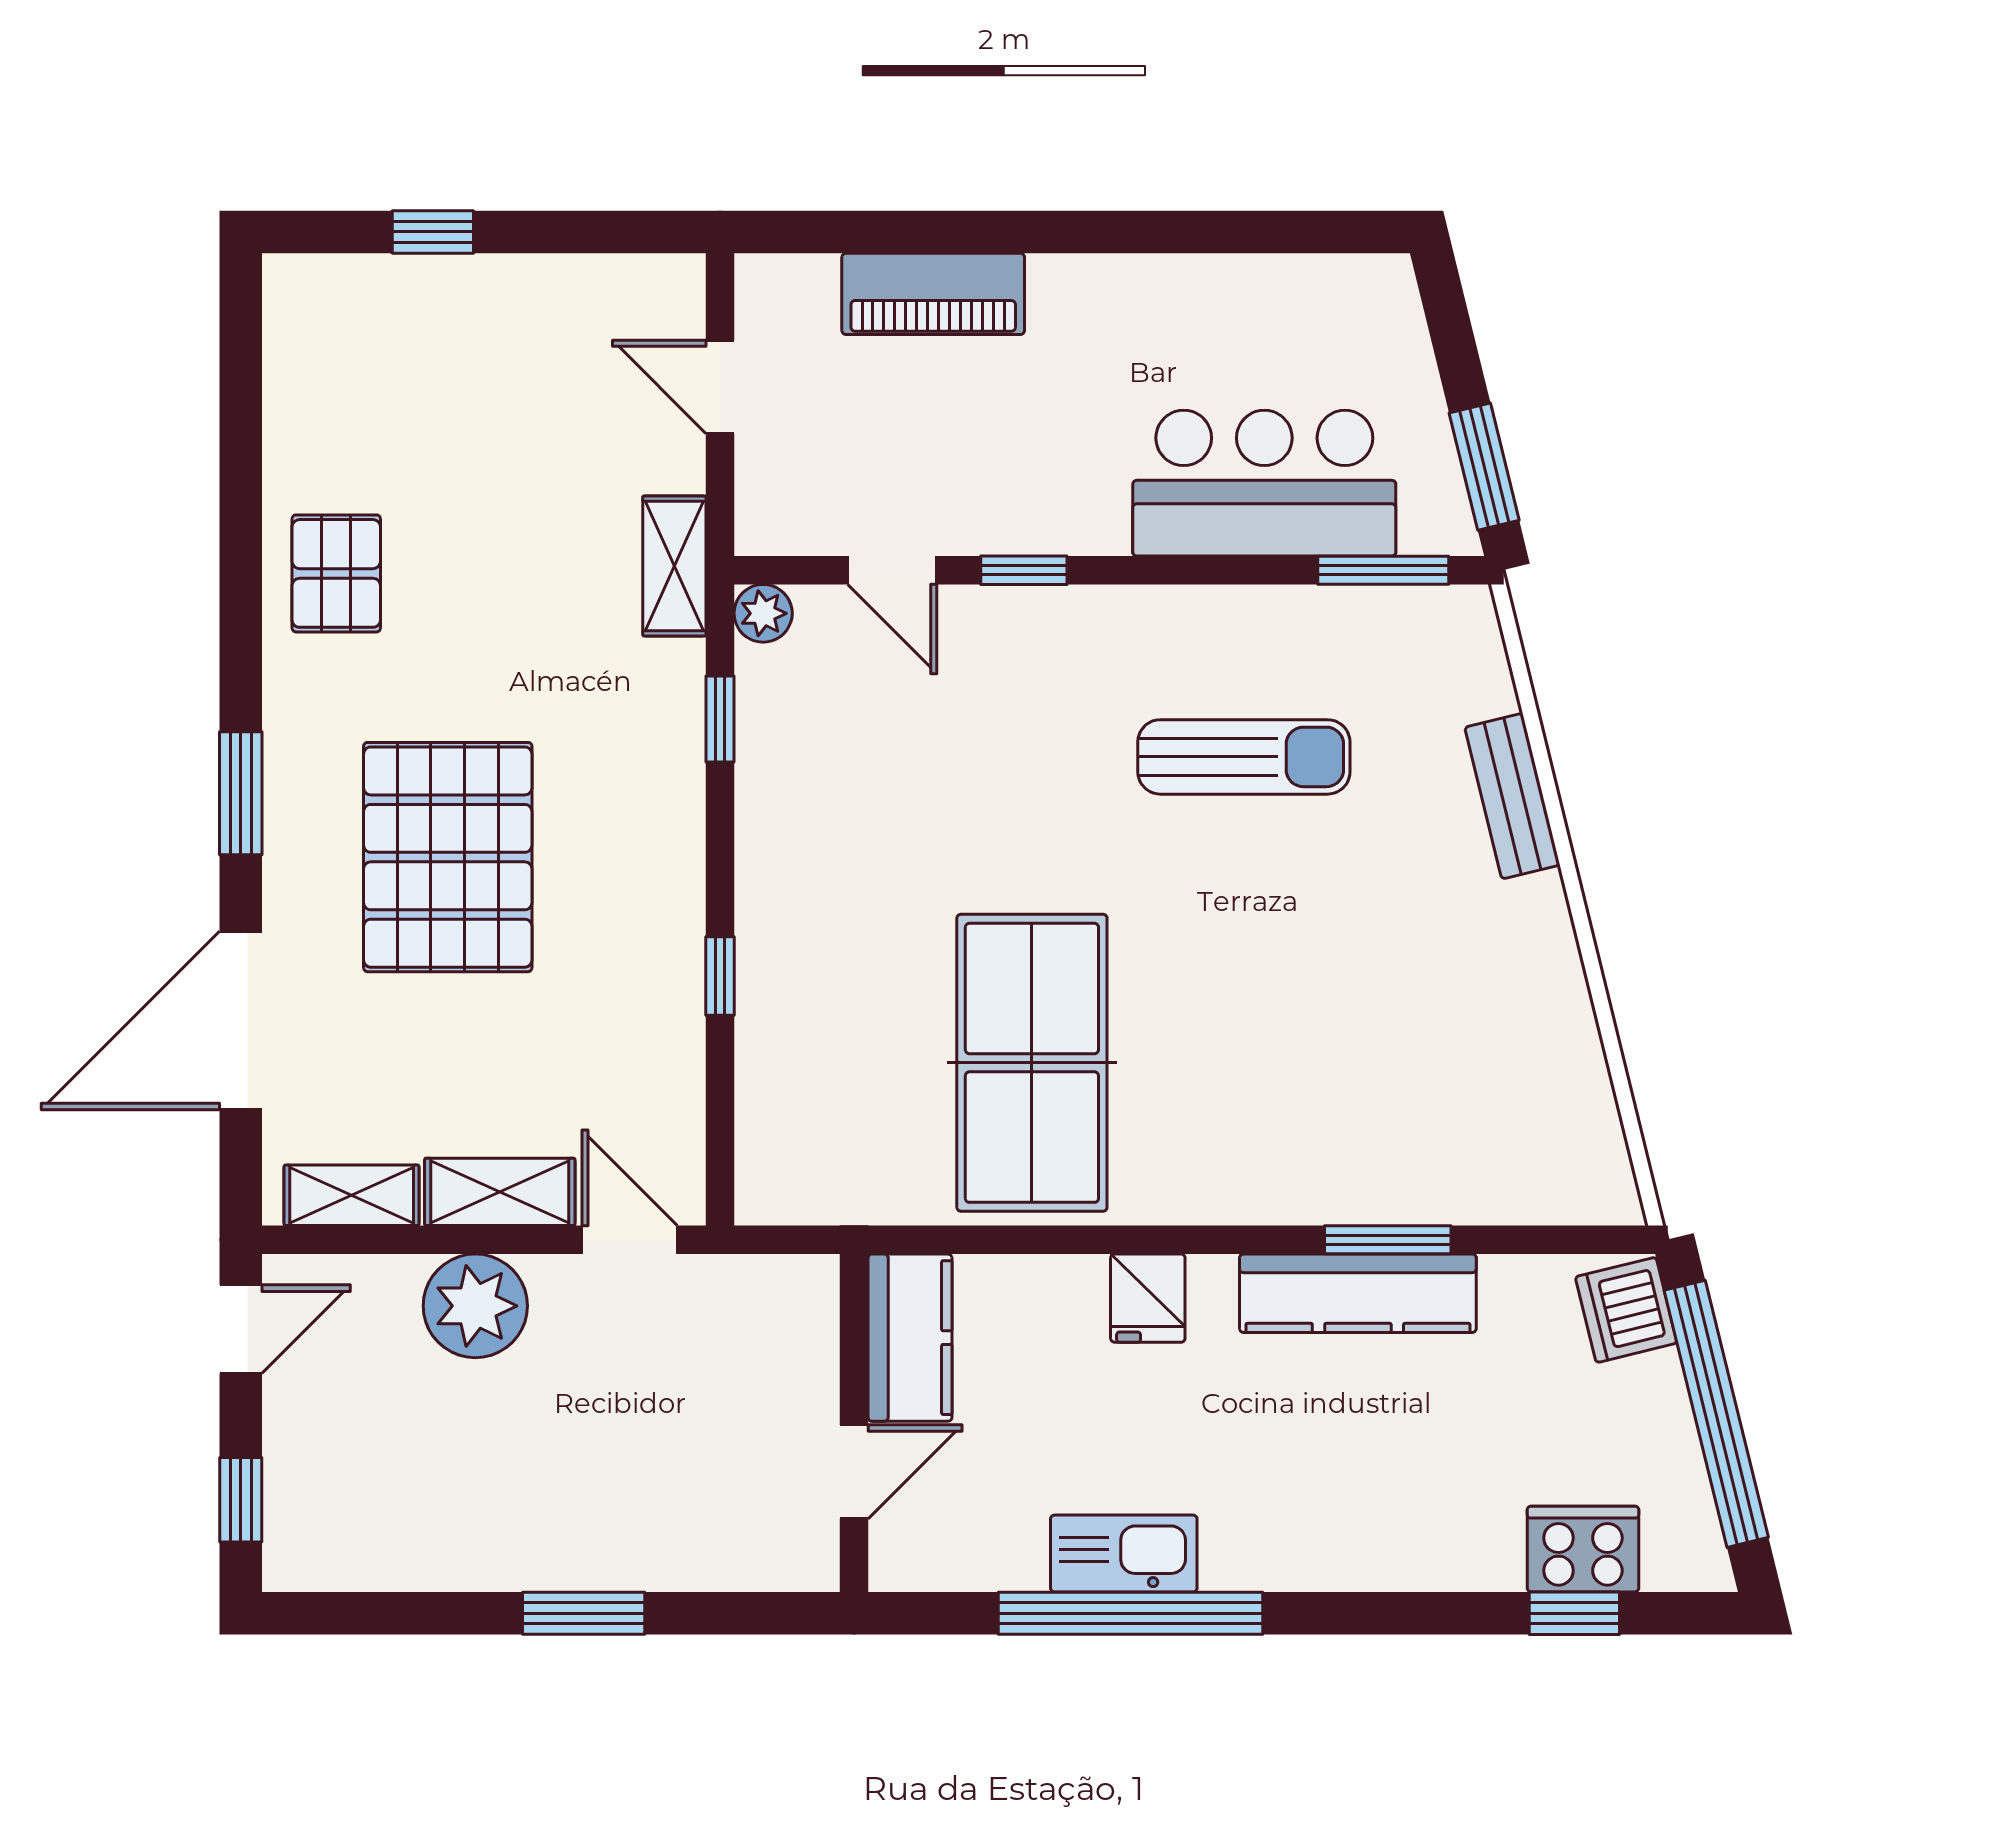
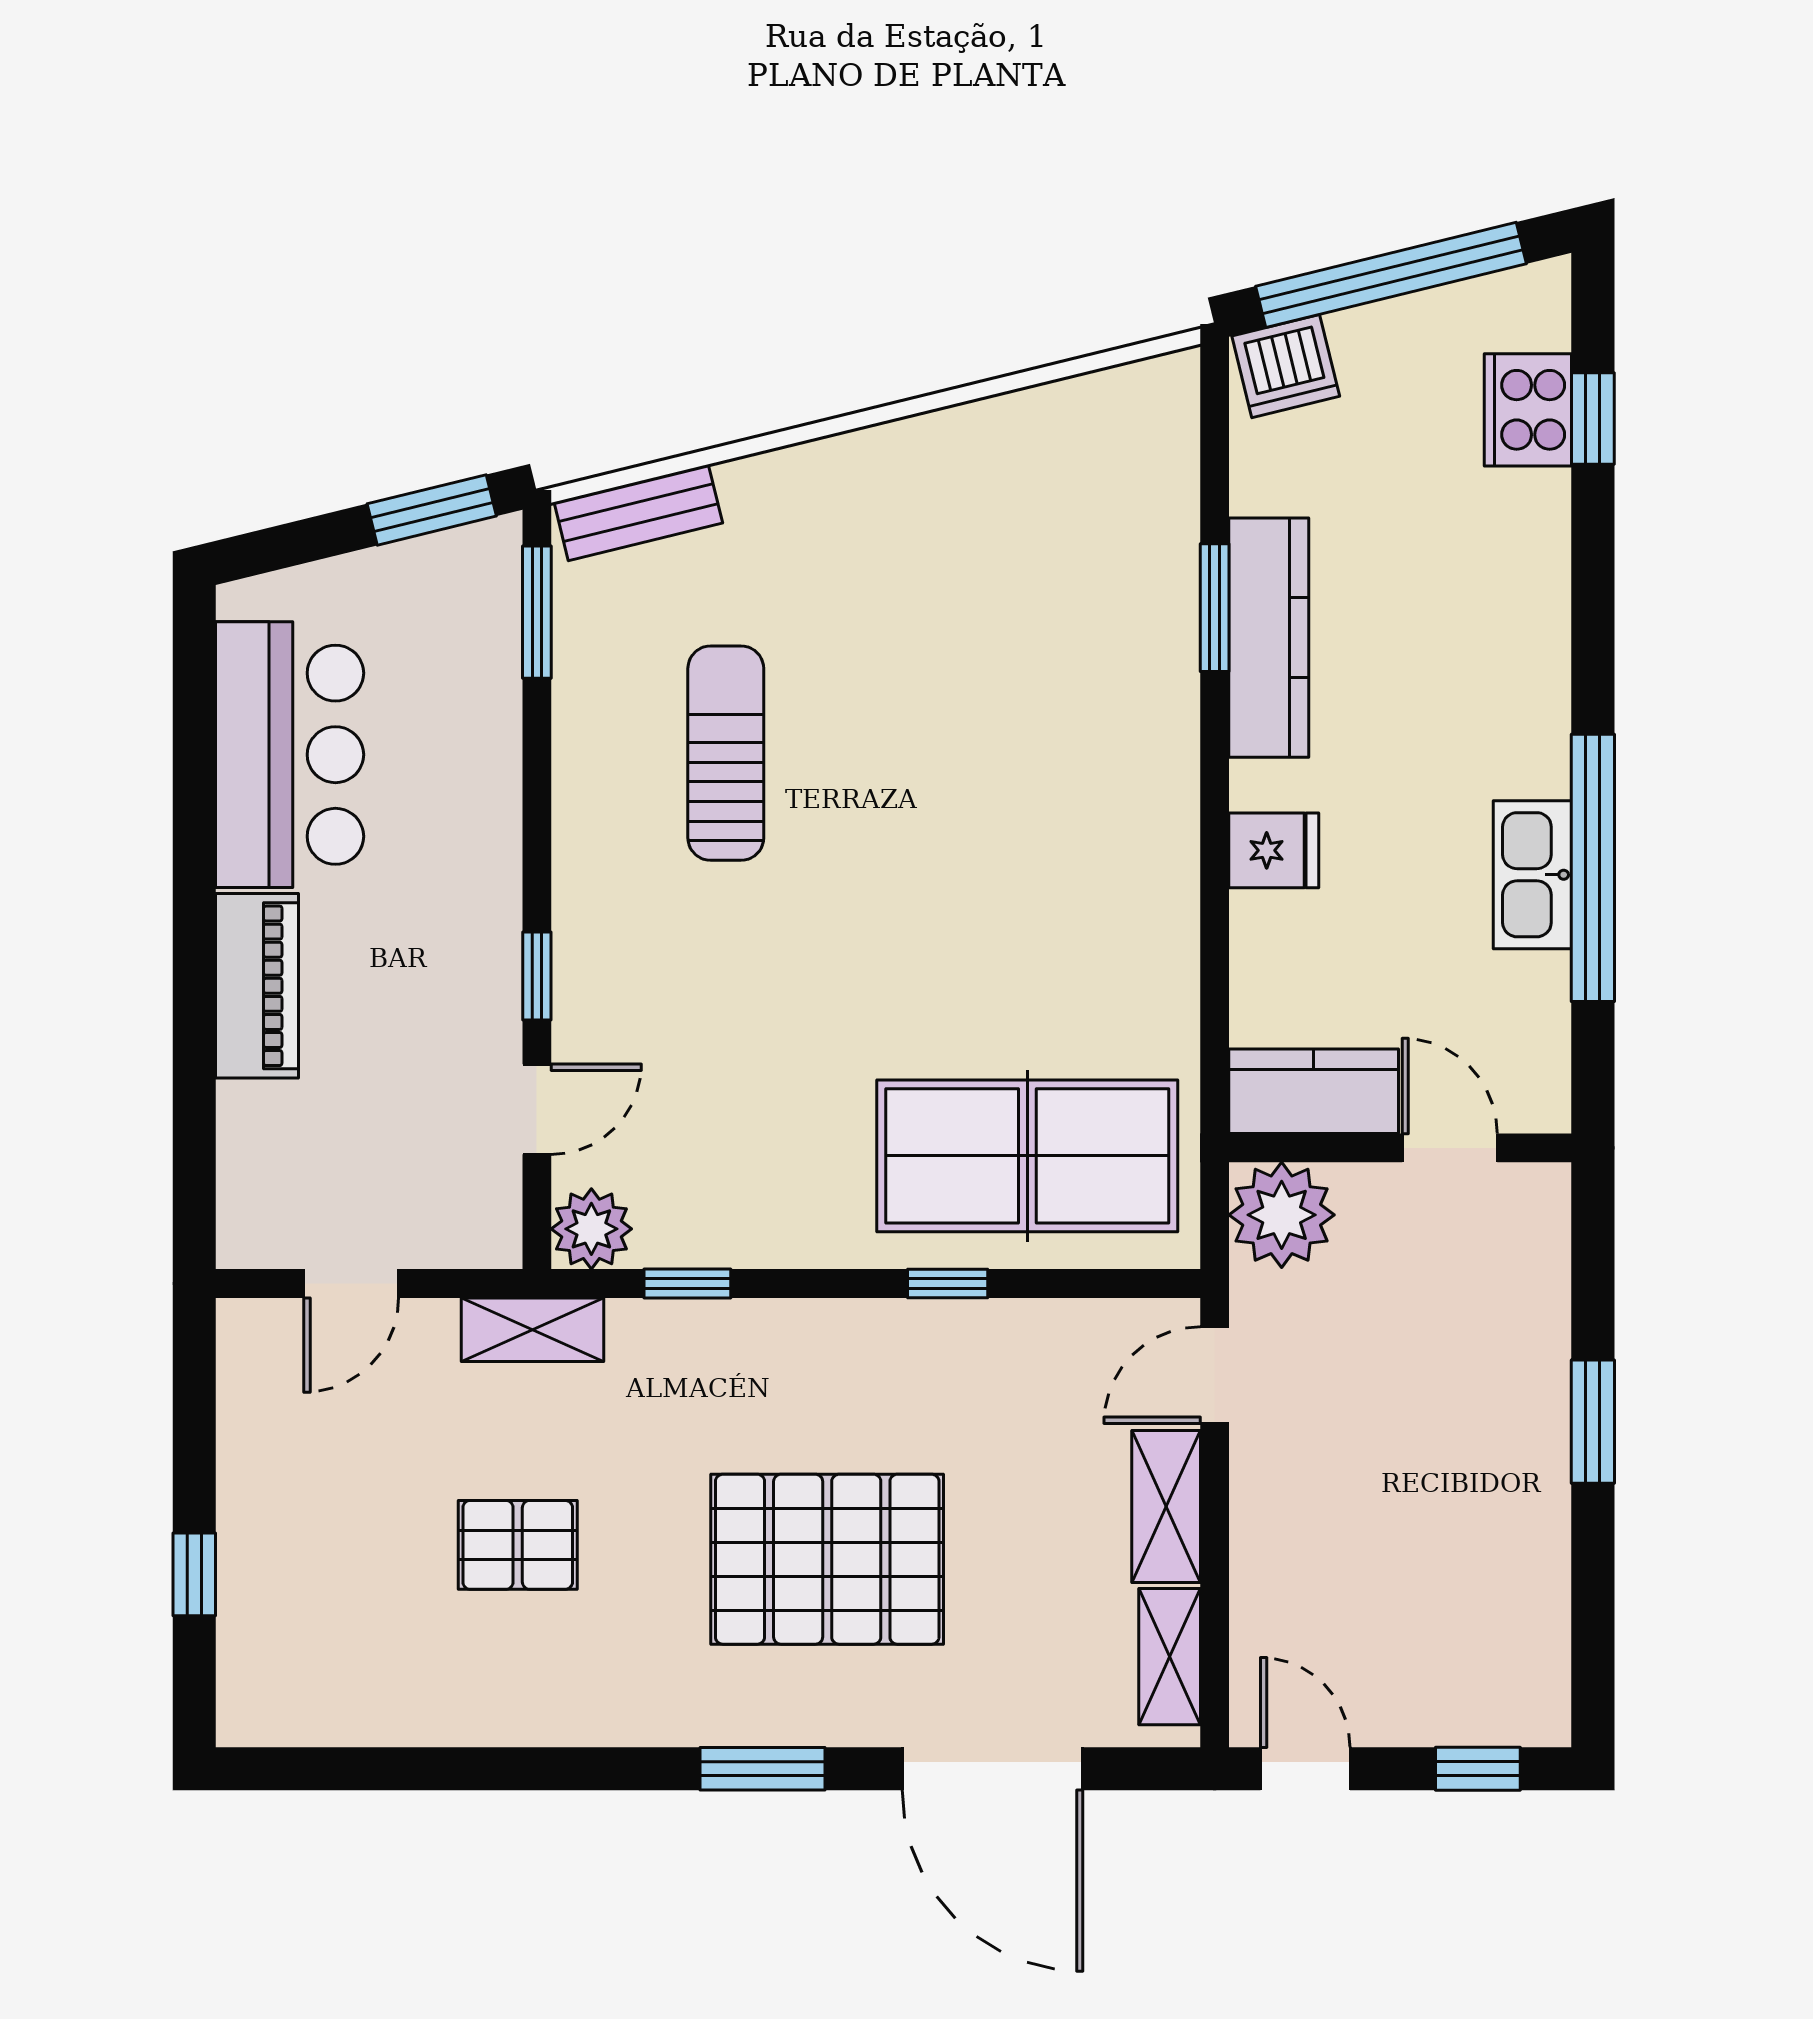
piano: (933, 294) -> (257, 986), moved
bar counter: (1264, 483) -> (290, 755), moved, turned 180
pallet: (336, 573) -> (518, 1545), moved
plant: (763, 613) -> (591, 1229), width x1.38, depth x1.38
bench: (1512, 796) -> (638, 513), moved
table tennis table: (1032, 1063) -> (1027, 1156), moved
plant: (475, 1306) -> (1282, 1215), moved

